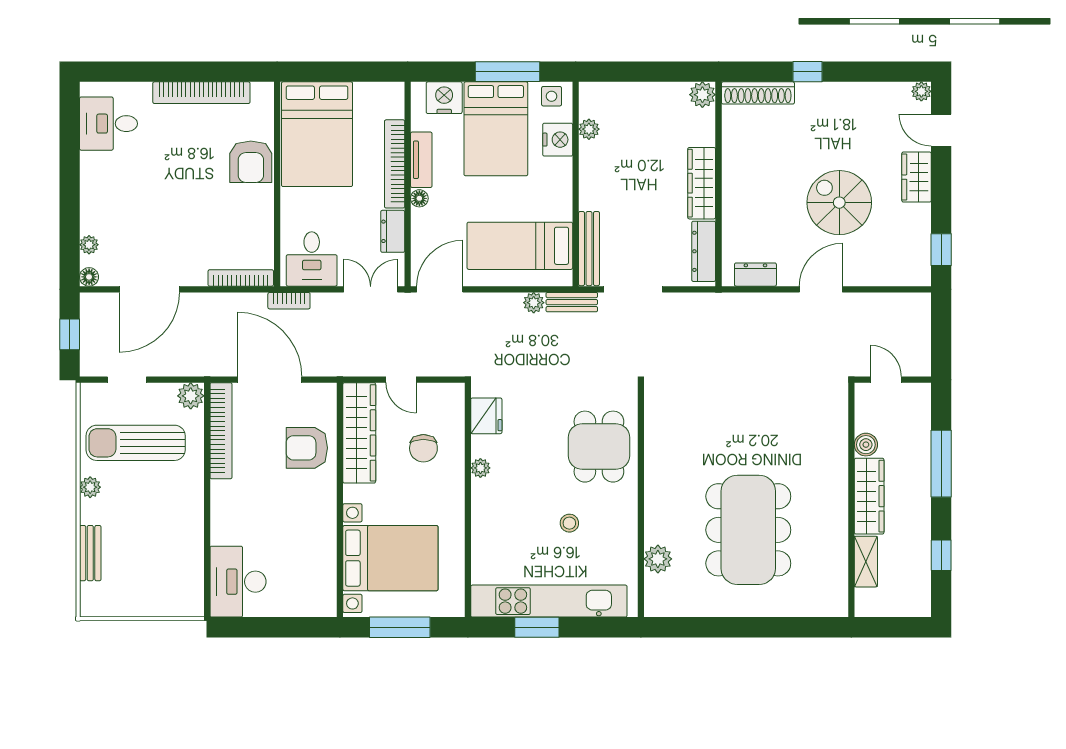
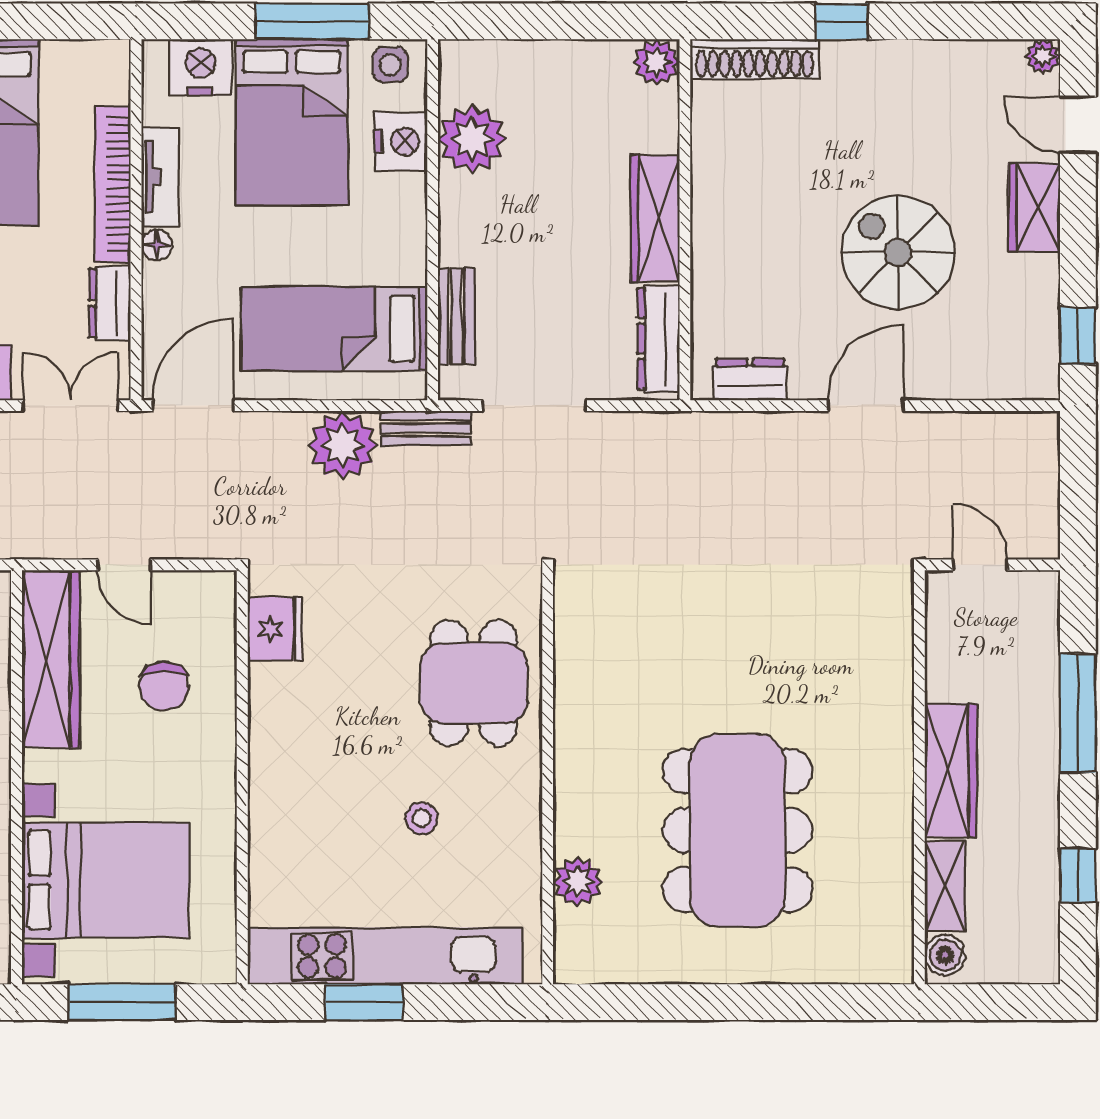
plant: (589, 129) -> (472, 139), width x1.88, depth x1.88
bench: (589, 249) -> (456, 316), width x0.73
plant: (534, 303) -> (343, 445), width x1.87, depth x1.87
boiler: (866, 445) -> (945, 955), moved
plant: (480, 468) -> (265, 721), removed

